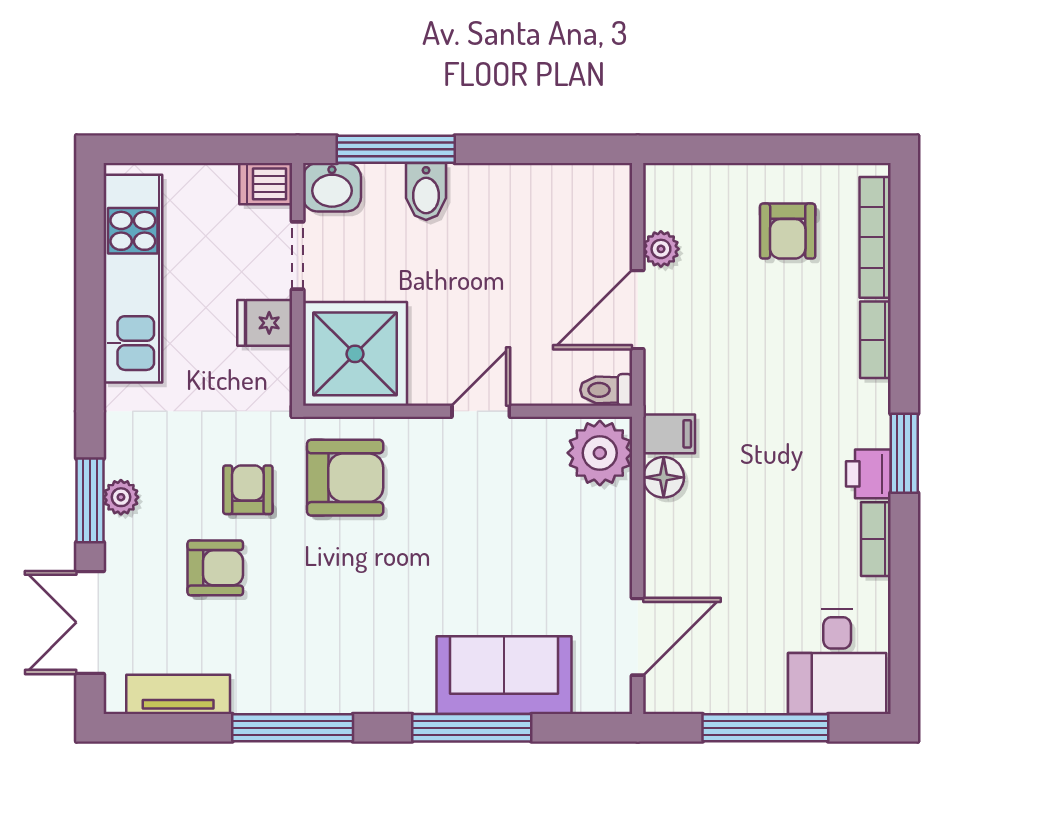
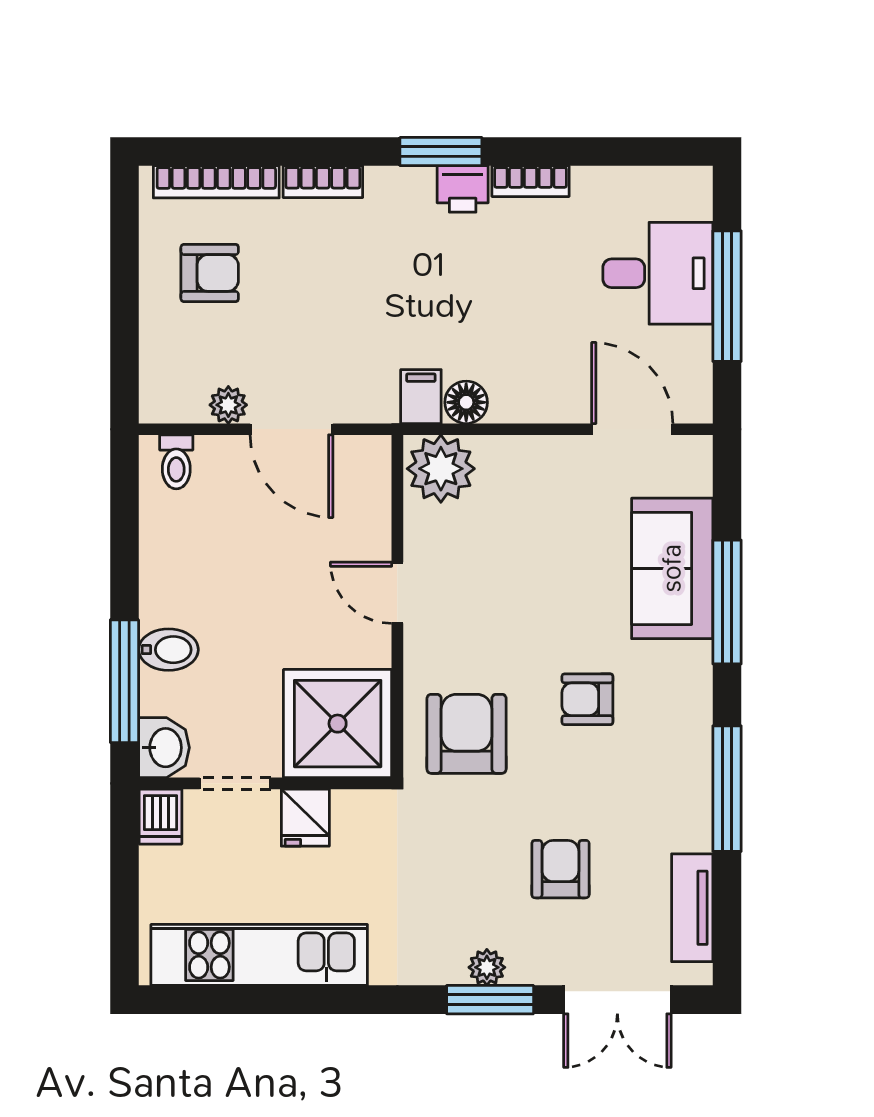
toilet: (606, 390) -> (176, 462), moved
armchair: (248, 490) -> (587, 699), moved
desk: (837, 661) -> (658, 273), moved

